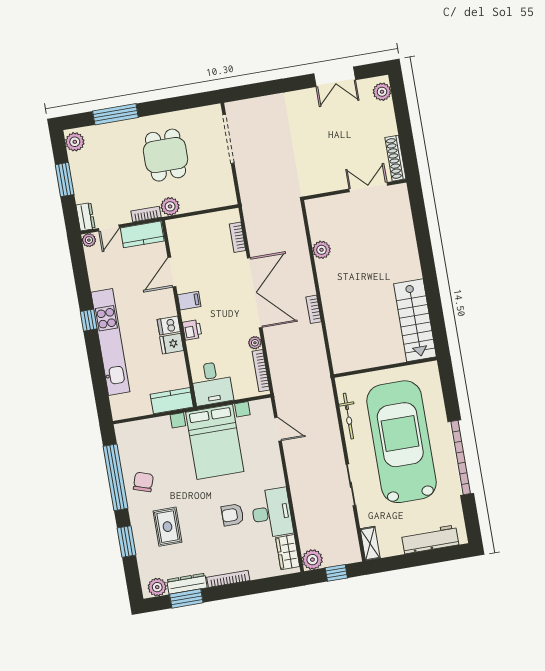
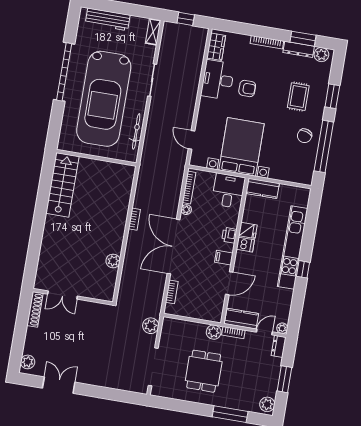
plant: (312, 560) -> (151, 326), moved

